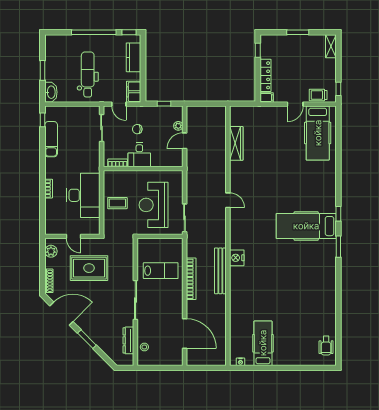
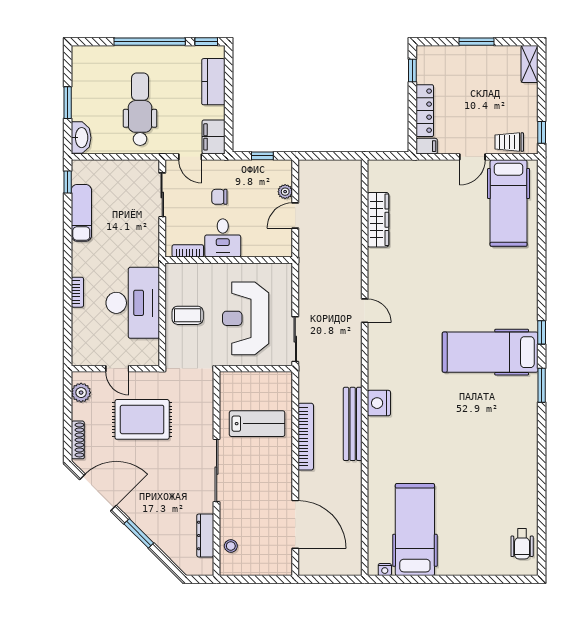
hospital bed: (263, 343) -> (415, 530), width x1.37, depth x1.29

